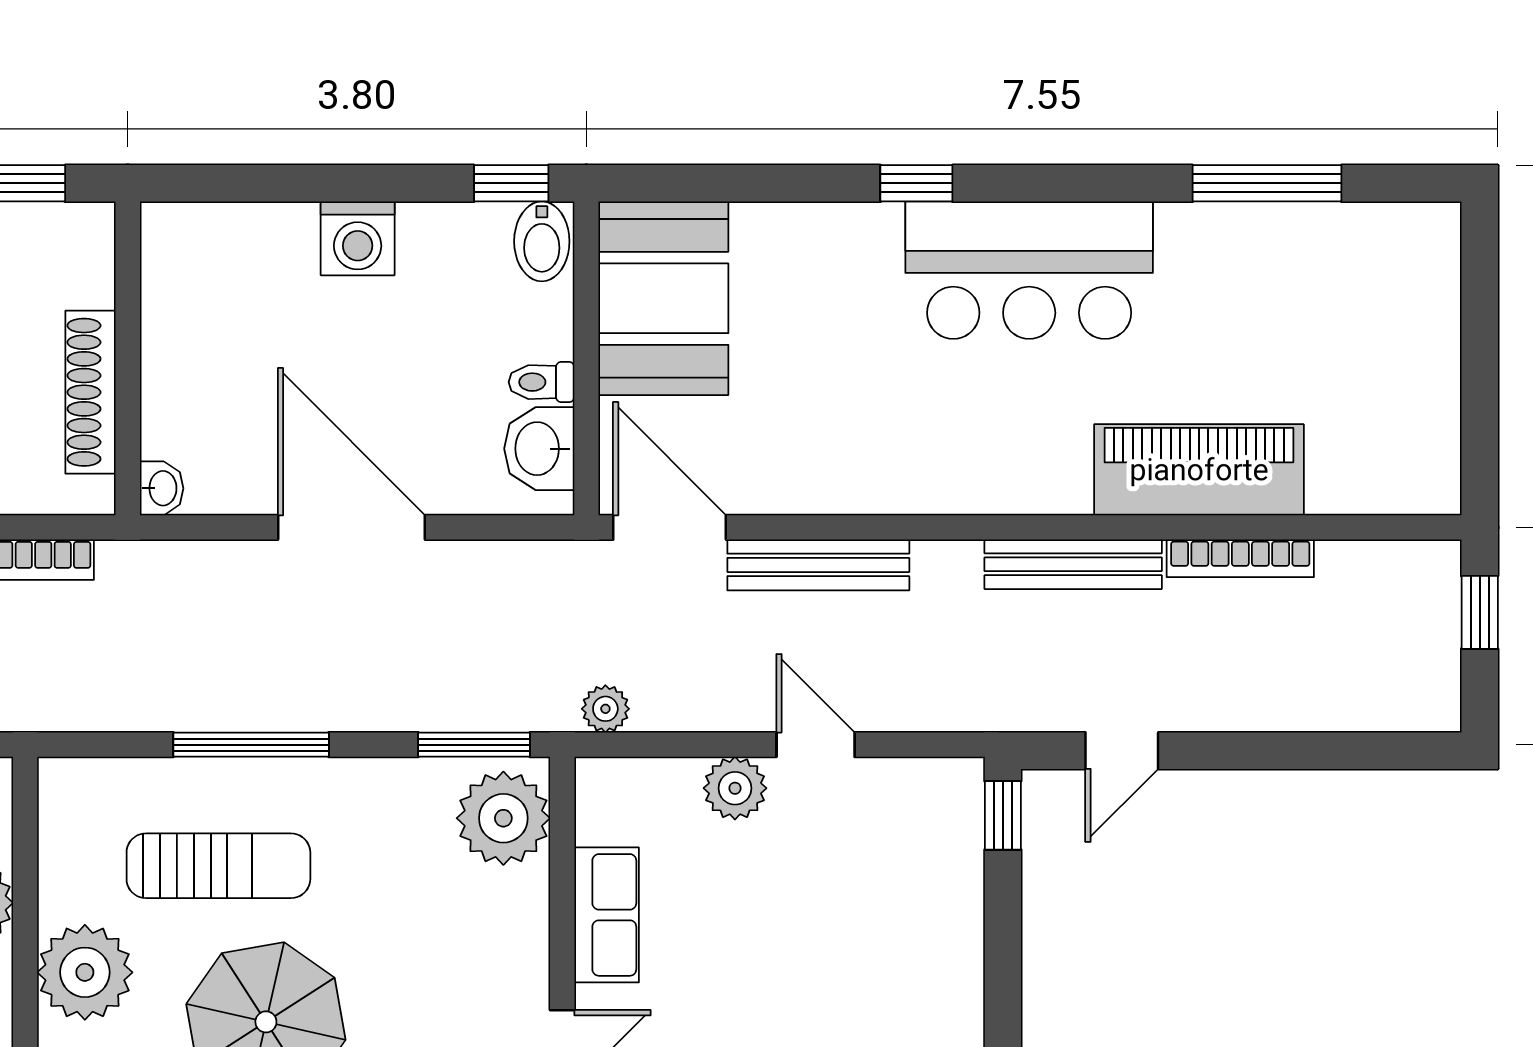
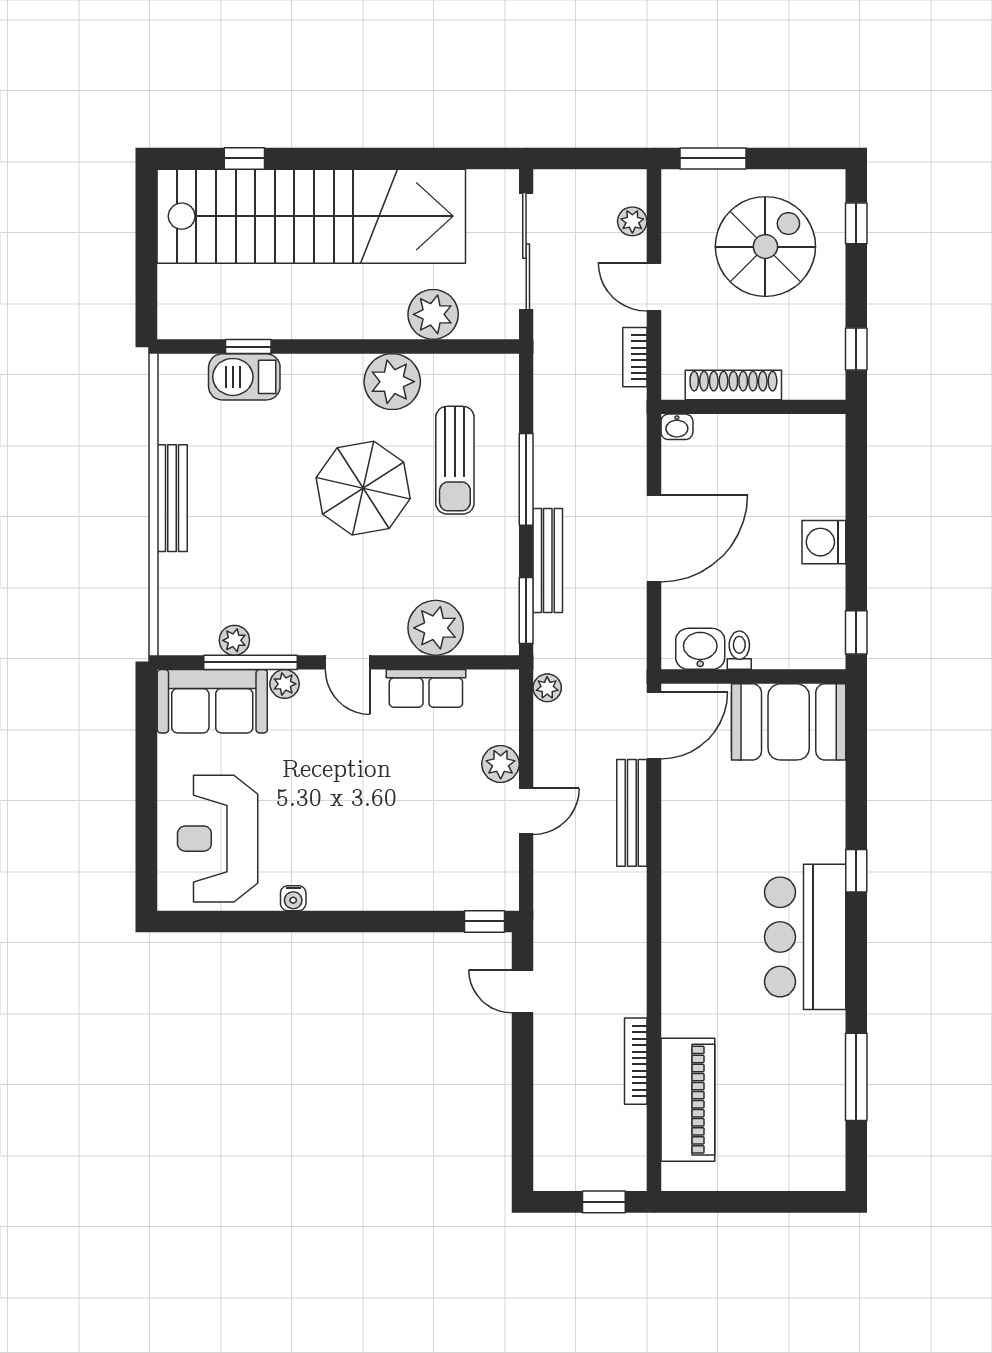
bidet: (542, 241) -> (822, 650), removed
piano: (1199, 470) -> (688, 1100), moved
bench: (1073, 564) -> (548, 560), moved
plant: (503, 818) -> (436, 628), moved

